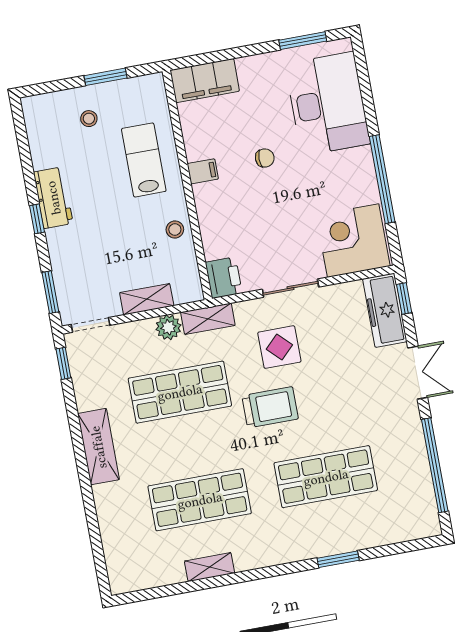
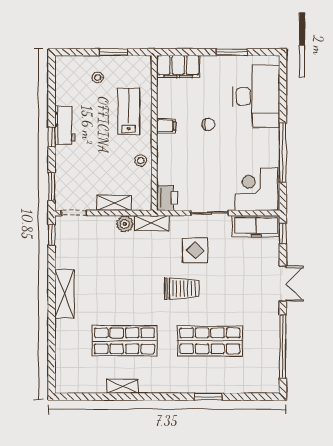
window: (303, 41) -> (232, 52), moved
freezer: (385, 310) -> (256, 226), moved, turned -90
shop shelf: (180, 392) -> (124, 268), removed

